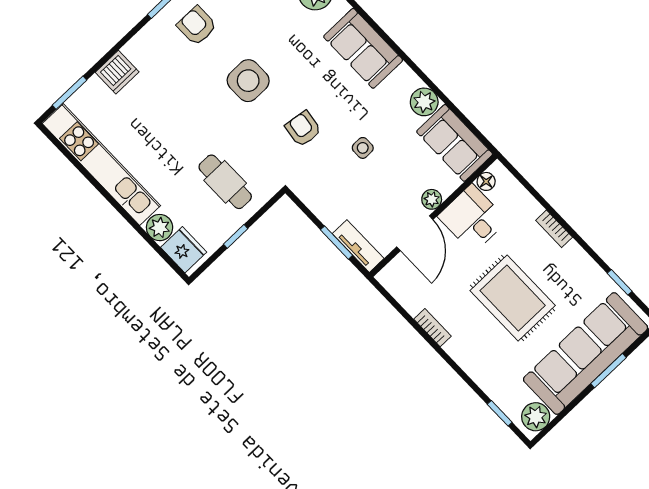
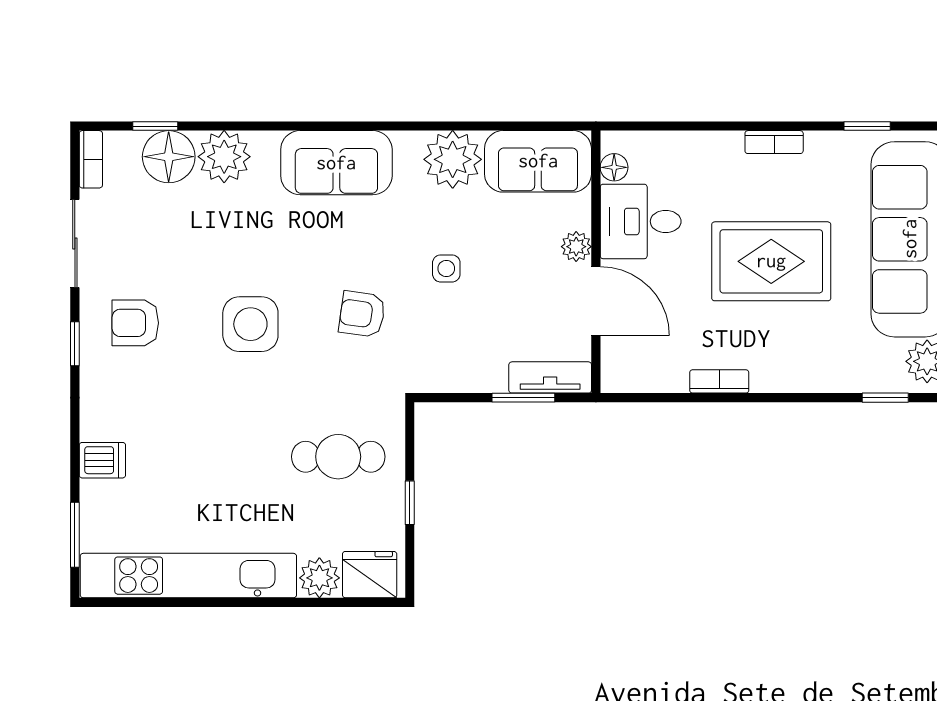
dishwasher: (117, 72) -> (102, 460), width x0.73
plant: (424, 102) -> (453, 159), width x1.36, depth x1.36
bookcase: (554, 229) -> (774, 142), moved

